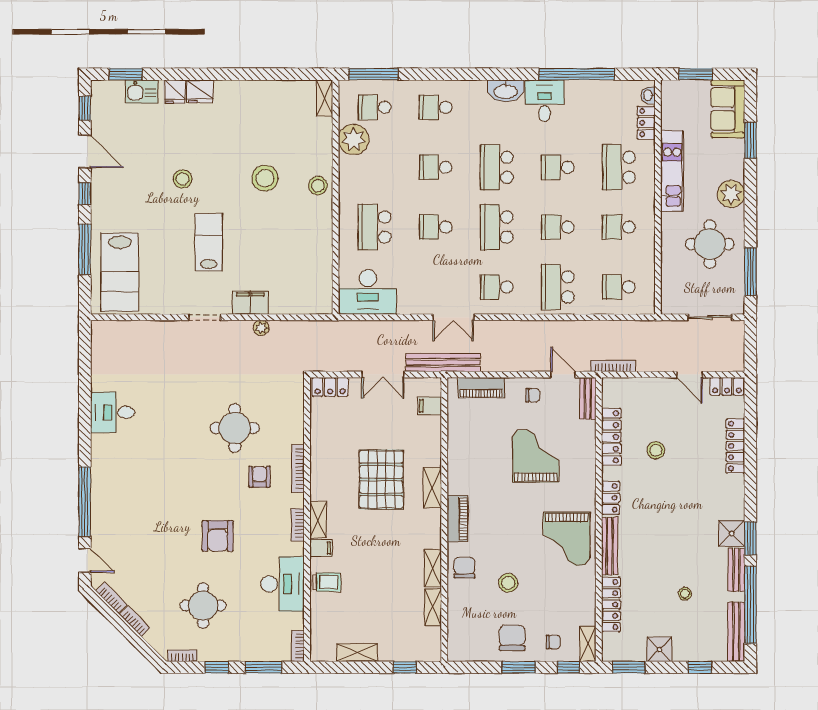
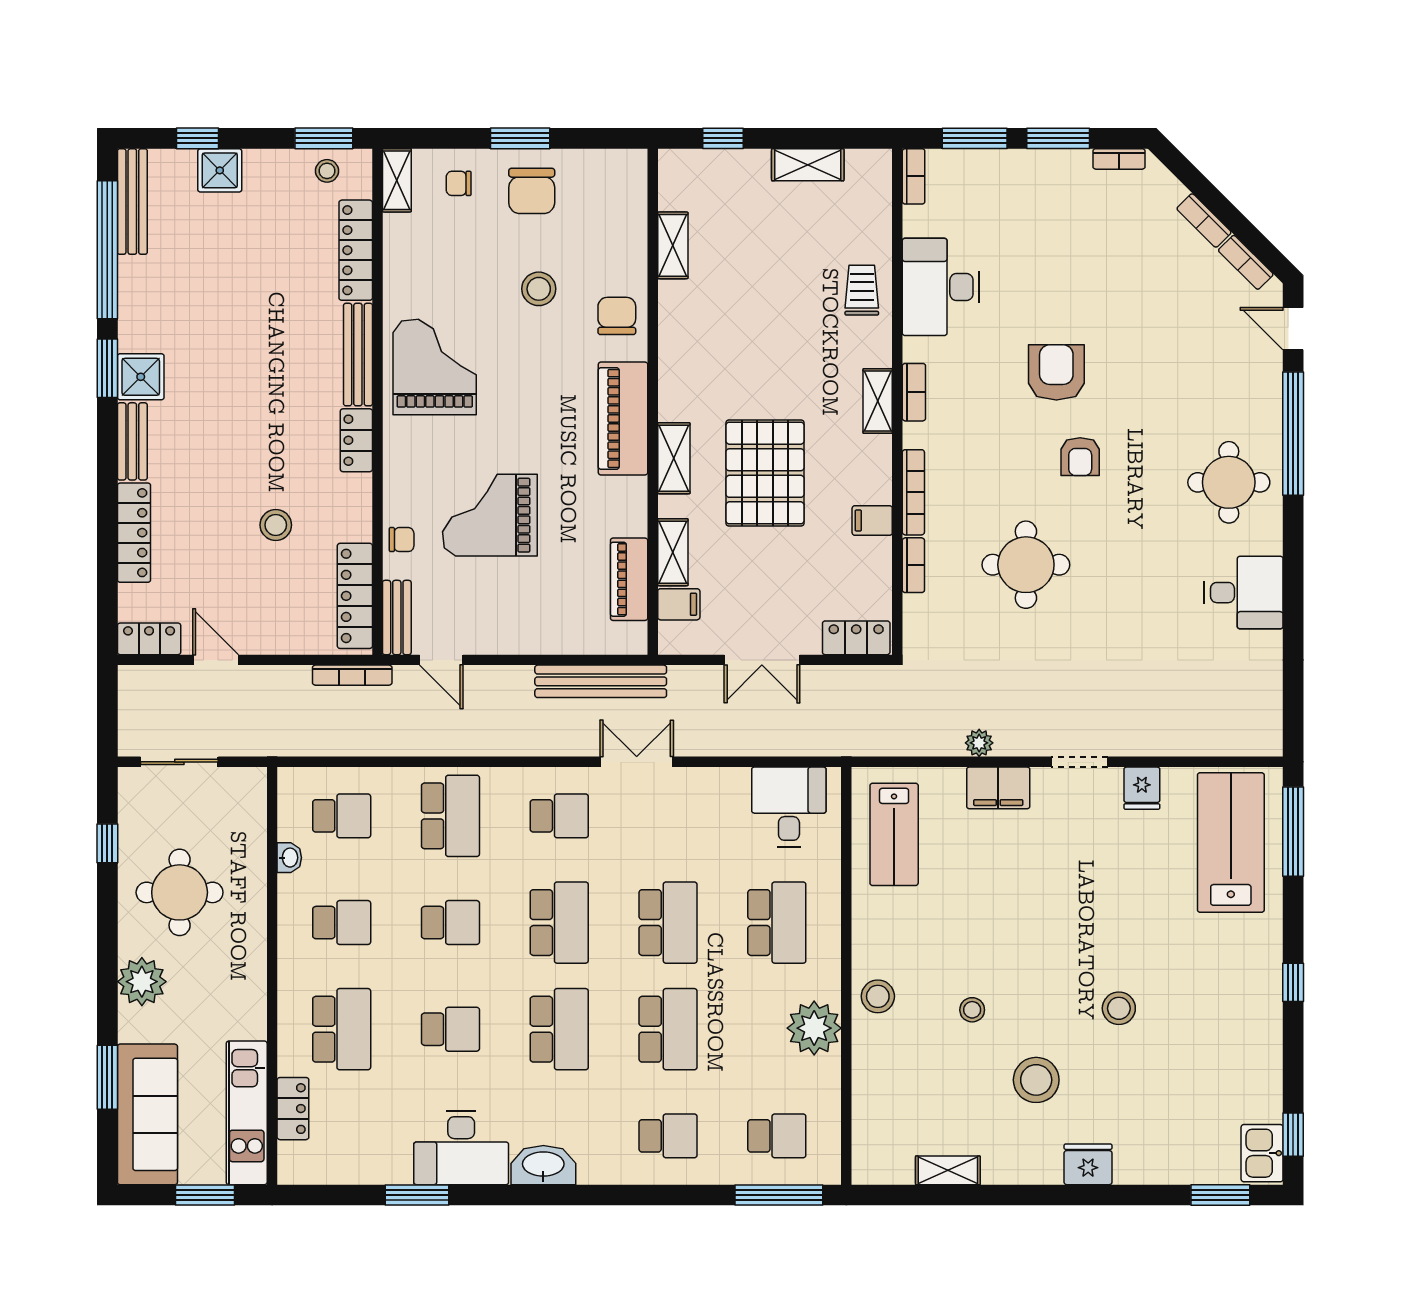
window: (577, 74) -> (417, 1195), width x0.47
kitchen sink: (142, 92) -> (1262, 1153), moved, turned -90
fridge: (175, 92) -> (1142, 788), moved, turned 180
washbasin: (648, 95) -> (289, 858), moved
shelving: (325, 98) -> (948, 1170), moved, turned 90
desk: (545, 101) -> (461, 1148), width x1.37
sofa: (728, 109) -> (147, 1114), width x1.36
stool: (229, 139) -> (1036, 1080), added
plant: (354, 139) -> (814, 1028), moved
door: (85, 151) -> (1293, 1057), removed
school desk: (436, 167) -> (668, 1029), width x1.85
kitchen unit: (672, 171) -> (247, 1113), moved
stool: (265, 178) -> (972, 1010), width x0.53, depth x0.53
school desk: (436, 227) -> (668, 923), width x1.85
lab bench: (209, 242) -> (894, 834), moved
window: (85, 249) -> (1293, 832), moved
window: (750, 272) -> (107, 843), width x0.46
desk: (368, 292) -> (789, 807), width x0.73
bench: (443, 363) -> (601, 681), moved
double door: (383, 375) -> (762, 660), swing flipped
piano: (481, 388) -> (629, 579), moved, turned -90
chair: (533, 395) -> (402, 540), moved, turned 180
bookcase: (298, 428) -> (913, 565), added
locker: (611, 437) -> (355, 596), moved
grand piano: (536, 456) -> (490, 515), turned 90
armchair: (259, 477) -> (1080, 457), moved
piano: (458, 519) -> (623, 418), width x1.37, depth x1.33
filing cabinet: (321, 548) -> (872, 521), moved
shelving: (433, 568) -> (673, 552), moved
chair: (464, 568) -> (617, 316), turned 180
bench: (736, 570) -> (132, 441), moved
trolley: (327, 582) -> (862, 290), turned 90
stool: (685, 594) -> (327, 171), moved
round table: (203, 606) -> (1229, 482), moved
shower: (659, 649) -> (220, 170), moved
window: (217, 667) -> (1058, 138), width x1.50
window: (568, 667) -> (431, 138), removed

